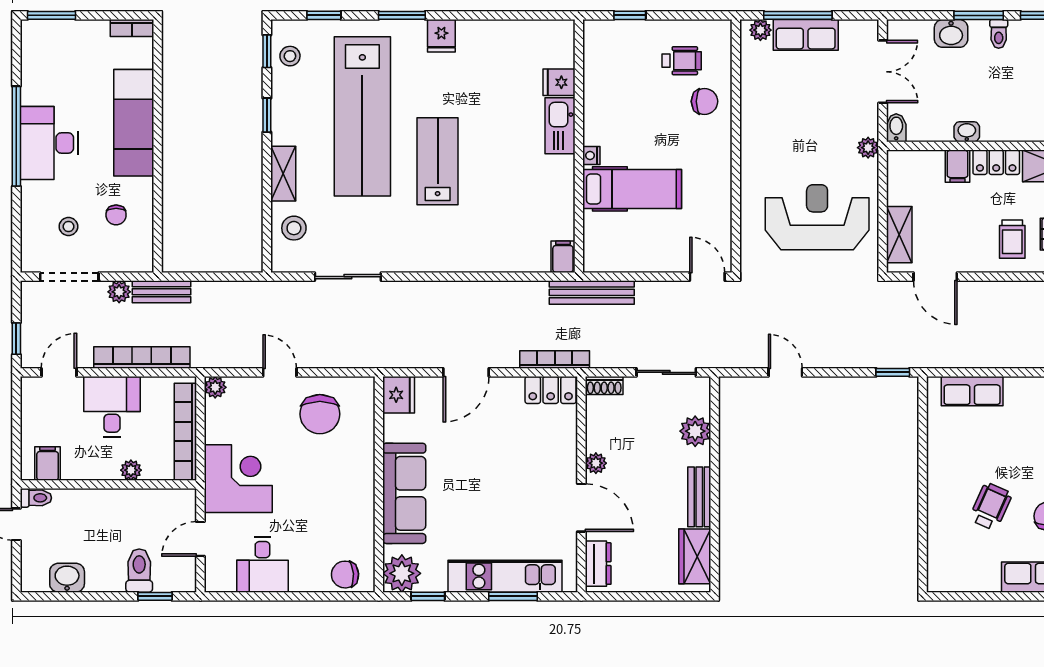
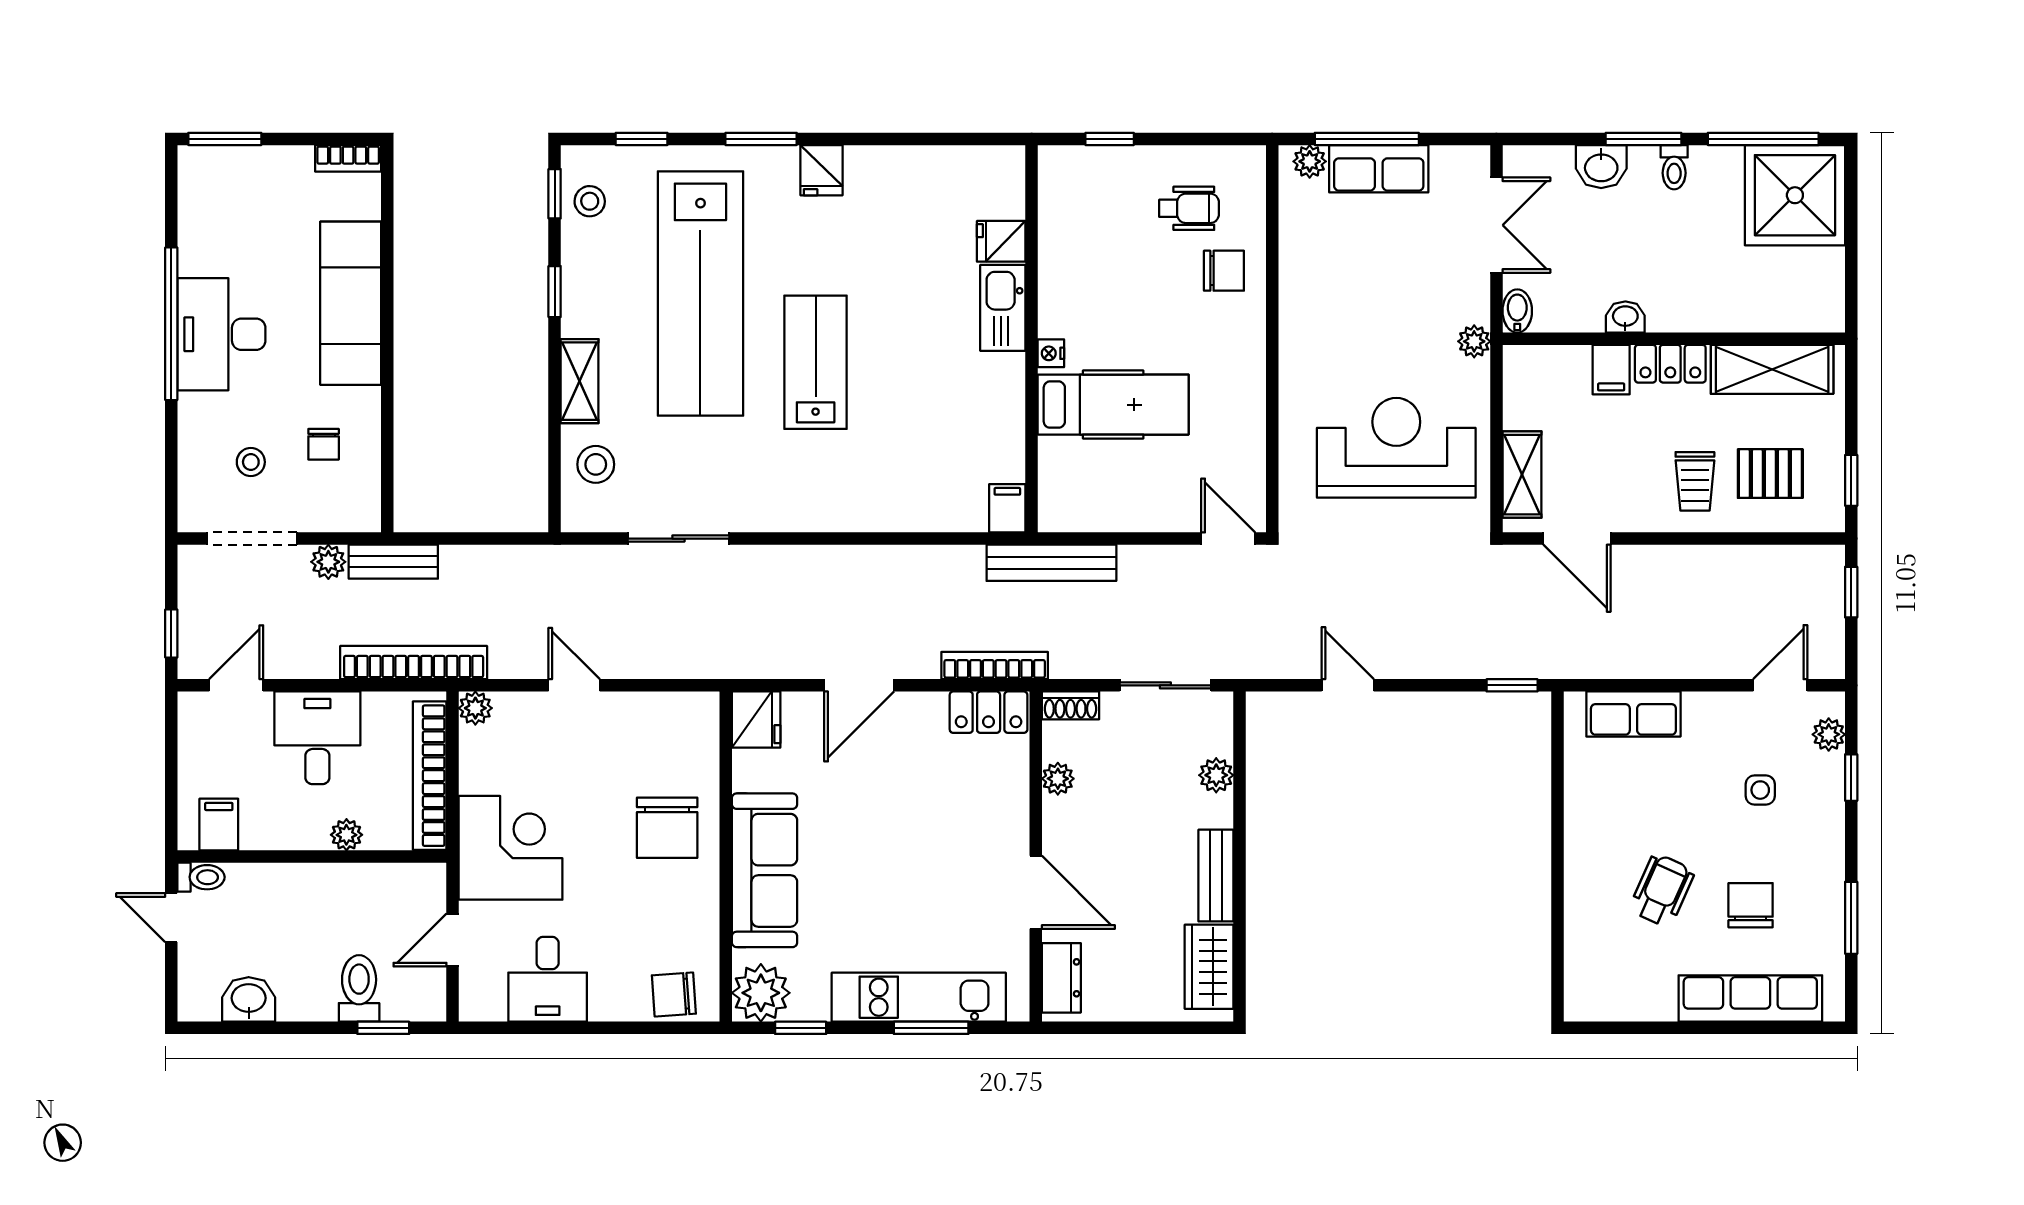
bookcase: (142, 358) -> (414, 663), moved
chair: (320, 414) -> (667, 828), moved
plant: (695, 431) -> (1216, 775), width x0.73, depth x0.73
plant: (596, 463) -> (1058, 779), moved

